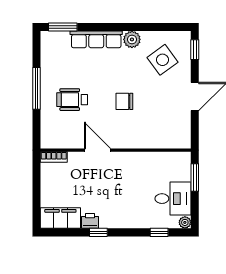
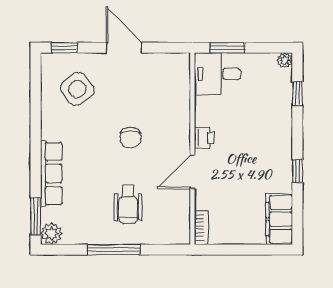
plant: (132, 39) -> (51, 234), moved
desk: (173, 199) -> (217, 74), moved, turned -90
printer: (90, 221) -> (204, 138), moved, turned 180

